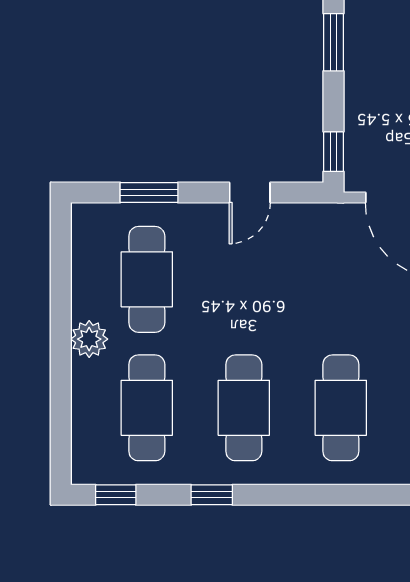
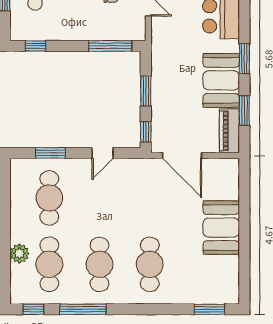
window: (333, 42) -> (146, 91), moved
plant: (89, 339) -> (20, 253), moved
window: (212, 495) -> (83, 309), width x2.17

